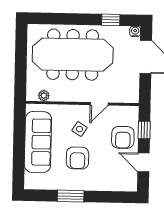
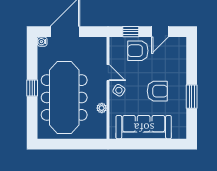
window: (111, 20) -> (32, 88), moved
plant: (44, 96) -> (102, 108), moved
side table: (79, 129) -> (119, 90), moved
armchair: (123, 137) -> (138, 51), turned 180

